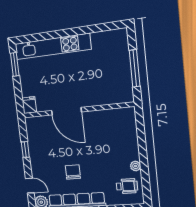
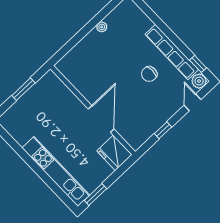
window: (135, 68) -> (23, 89), width x0.69
fridge: (29, 105) -> (114, 153), width x1.88, depth x1.34
wheelchair: (127, 186) -> (124, 21), removed

